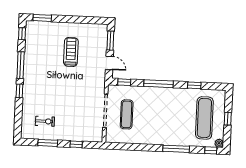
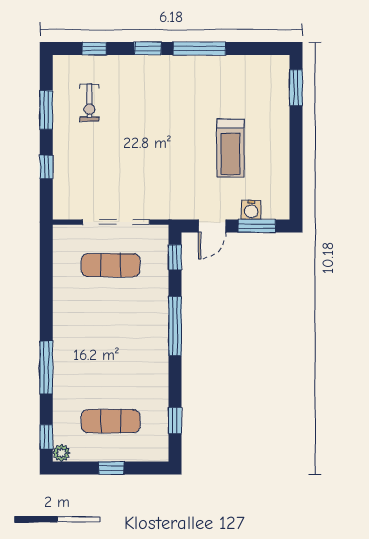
window: (22, 34) -> (94, 49), moved
water cooler: (102, 43) -> (251, 210), added
treadmill: (71, 52) -> (231, 148), turned 90
window: (194, 85) -> (175, 420), moved
exercise mat: (204, 118) -> (111, 421), width x0.73, depth x0.69

